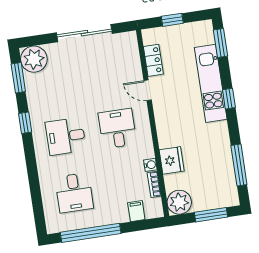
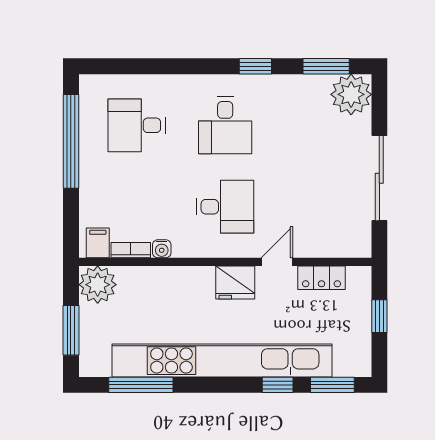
kitchen unit: (211, 83) -> (222, 361), width x1.86
window: (229, 99) -> (278, 385), moved
desk: (66, 136) -> (225, 125), turned 180
fridge: (172, 160) -> (235, 282), moved
filing cabinet: (136, 211) -> (98, 243), moved, turned -90

